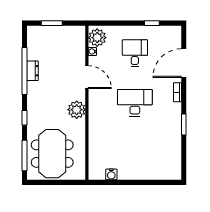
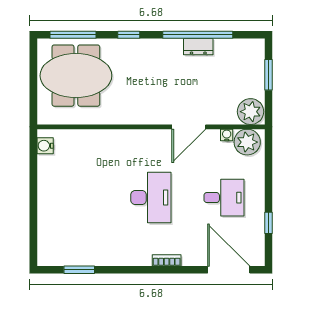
door: (184, 63) -> (229, 270), moved
plant: (77, 110) -> (251, 112), moved
window: (184, 125) -> (79, 270), moved
water cooler: (111, 174) -> (45, 146), moved

